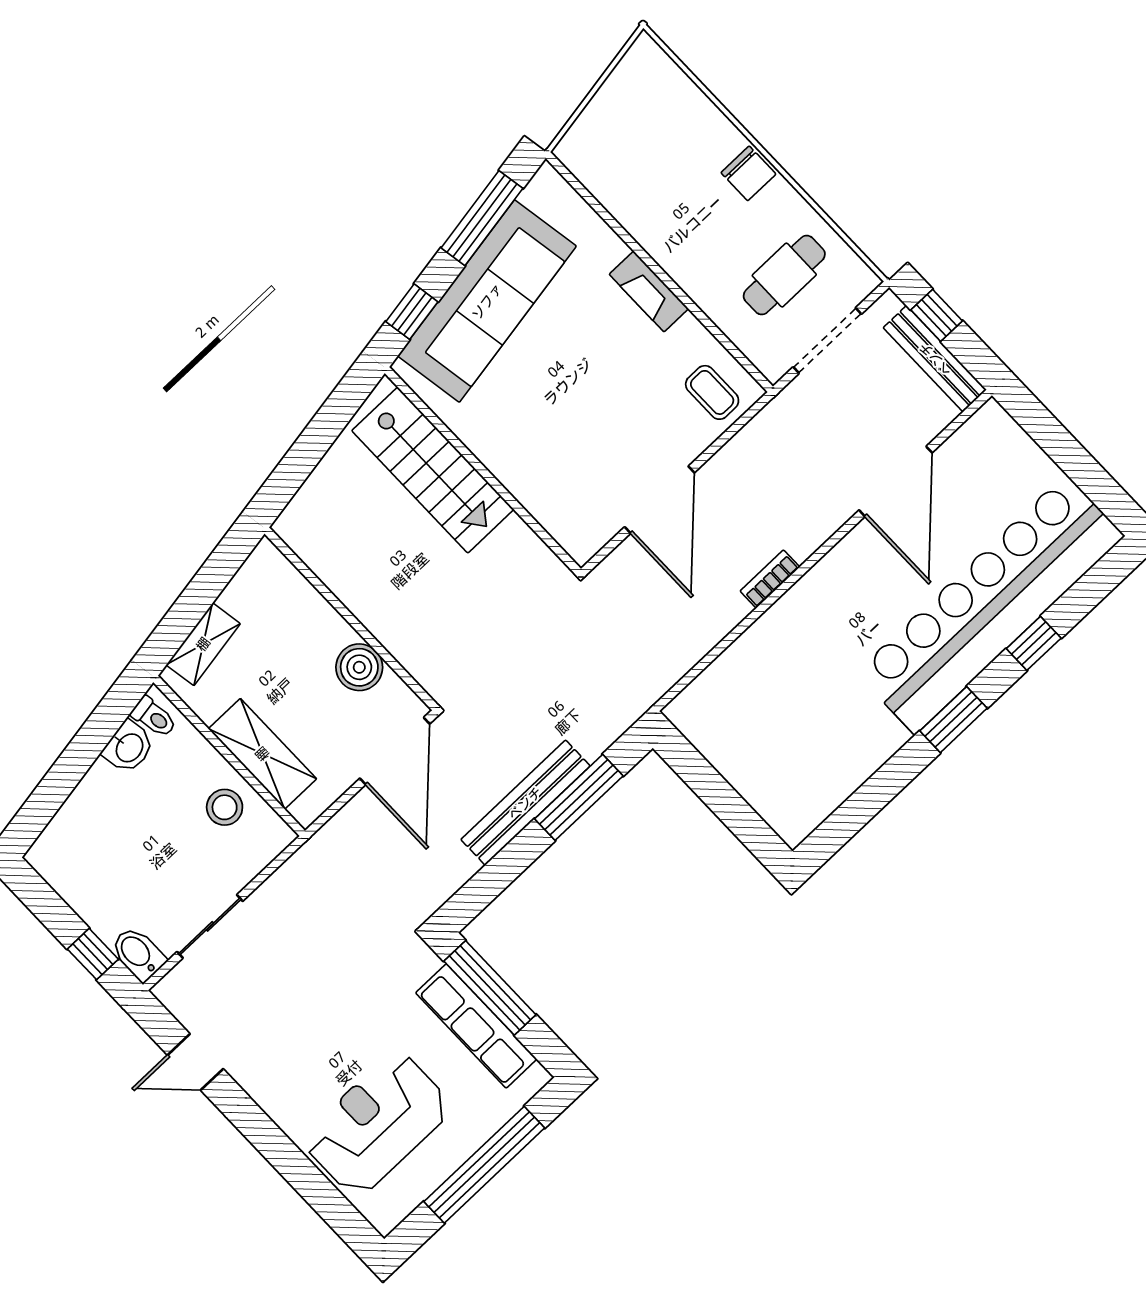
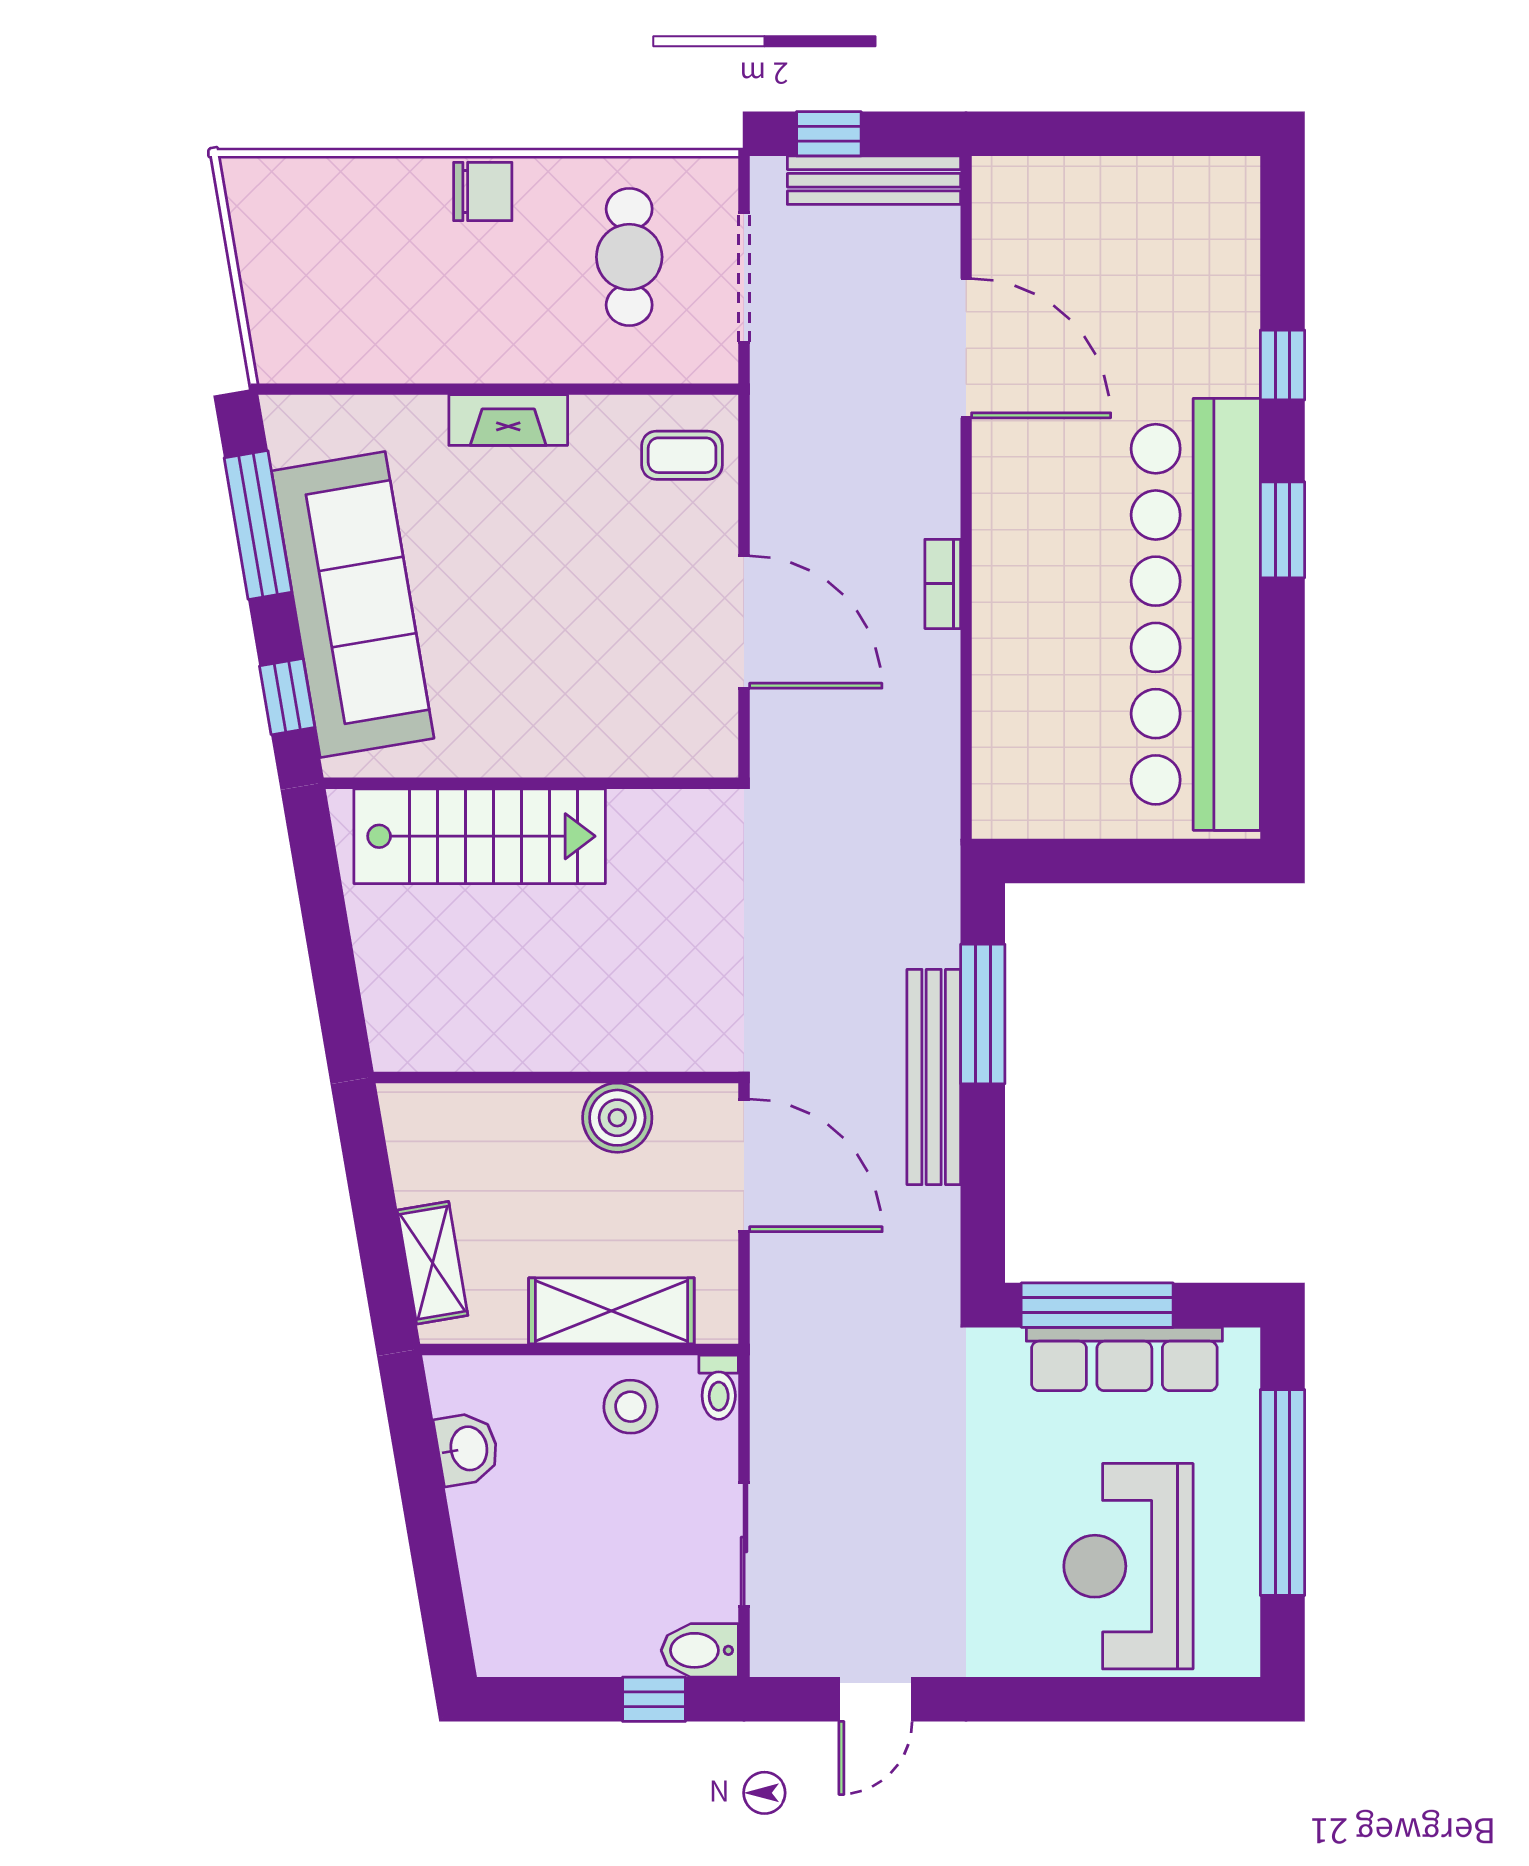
bar counter: (990, 604) -> (1196, 614), moved
toilet: (154, 717) -> (719, 1387), moved, turned 100

